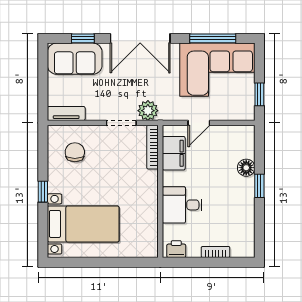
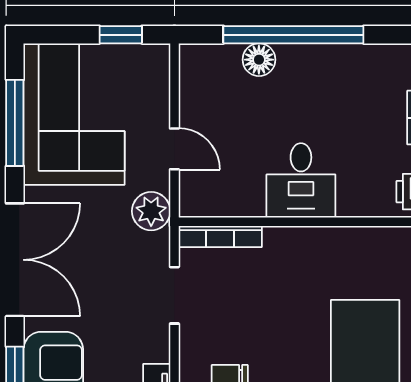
plant: (148, 111) -> (151, 211), moved
filing cabinet: (174, 153) -> (232, 196), removed
window: (259, 186) -> (293, 35), width x3.17
desk: (182, 205) -> (301, 180), moved

